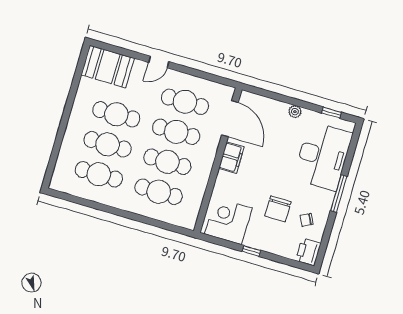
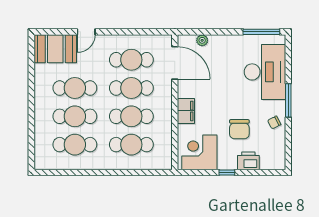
door: (159, 62) -> (86, 32), moved
plant: (295, 112) -> (202, 40), moved
window: (331, 113) -> (261, 32), width x2.17
filing cabinet: (231, 158) -> (186, 111), moved
chair: (307, 220) -> (274, 122), moved
printer: (308, 252) -> (248, 161), moved, turned 90

